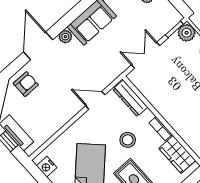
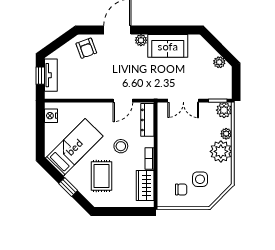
double door: (146, 55) -> (183, 101), swing flipped
armchair: (26, 84) -> (86, 48), turned 70
door: (95, 100) -> (123, 101), swing flipped

